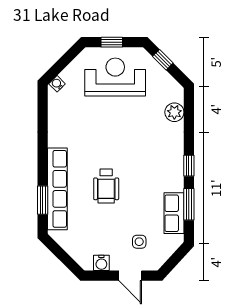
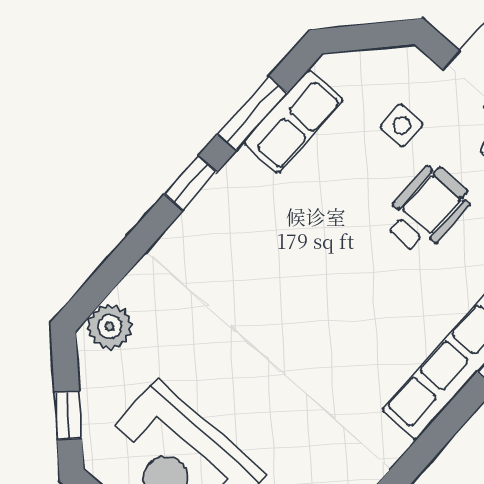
plant: (174, 112) -> (110, 327), moved
wheelchair: (106, 186) -> (427, 209), moved

